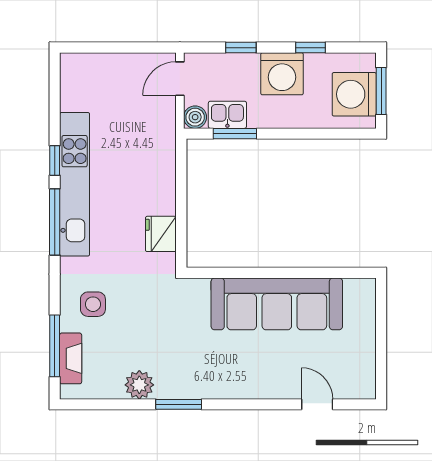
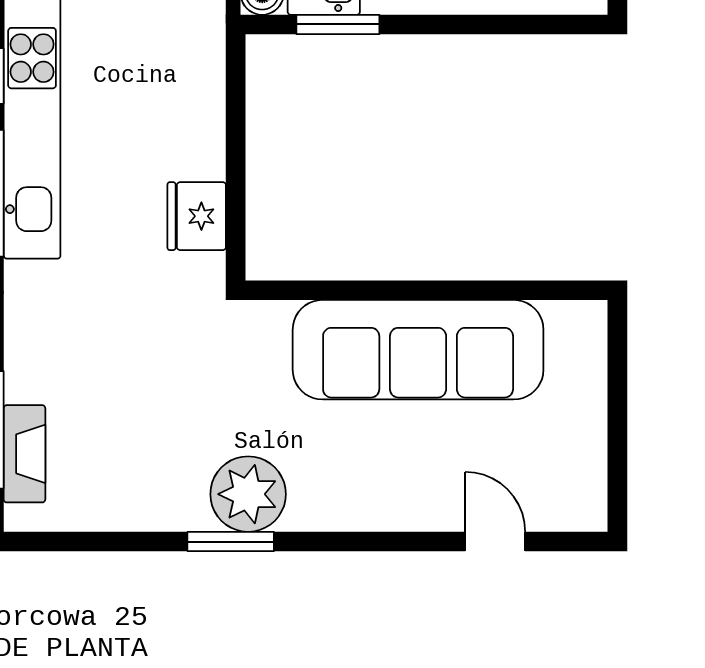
side table: (93, 304) -> (67, 350), removed
plant: (139, 385) -> (248, 494), moved, width x1.36, depth x1.36

